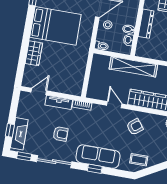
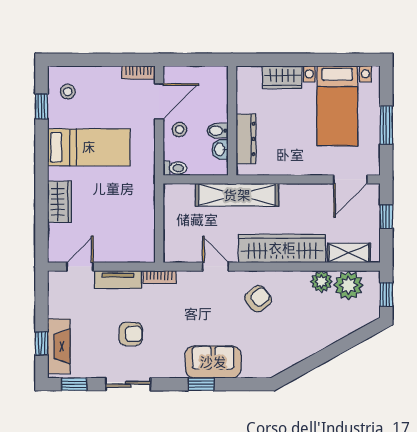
dresser: (146, 24) -> (246, 139), moved
bed: (55, 26) -> (89, 147), width x0.67
sofa: (98, 157) -> (213, 362), width x0.73
coffee table: (139, 160) -> (275, 355), removed
sliding door: (54, 162) -> (128, 384), width x0.73

